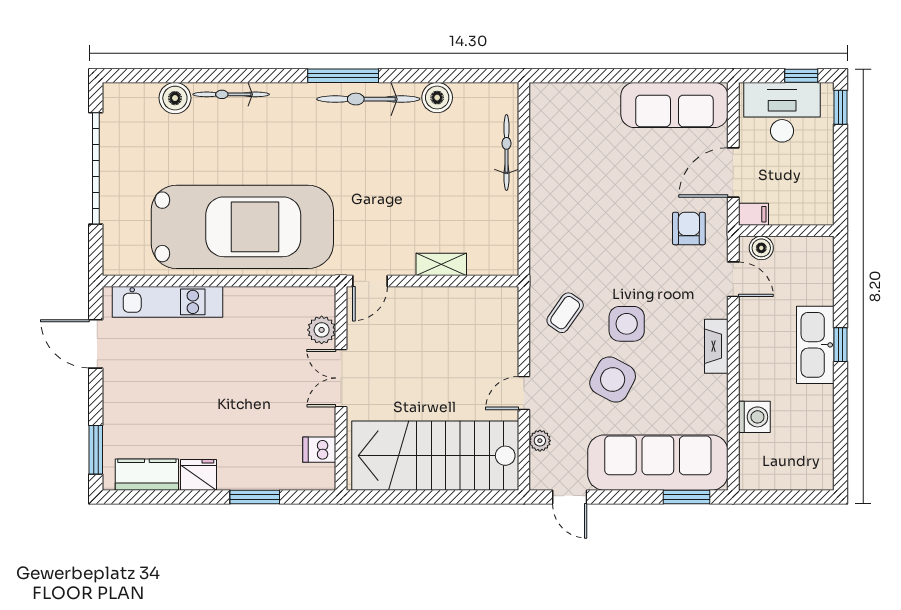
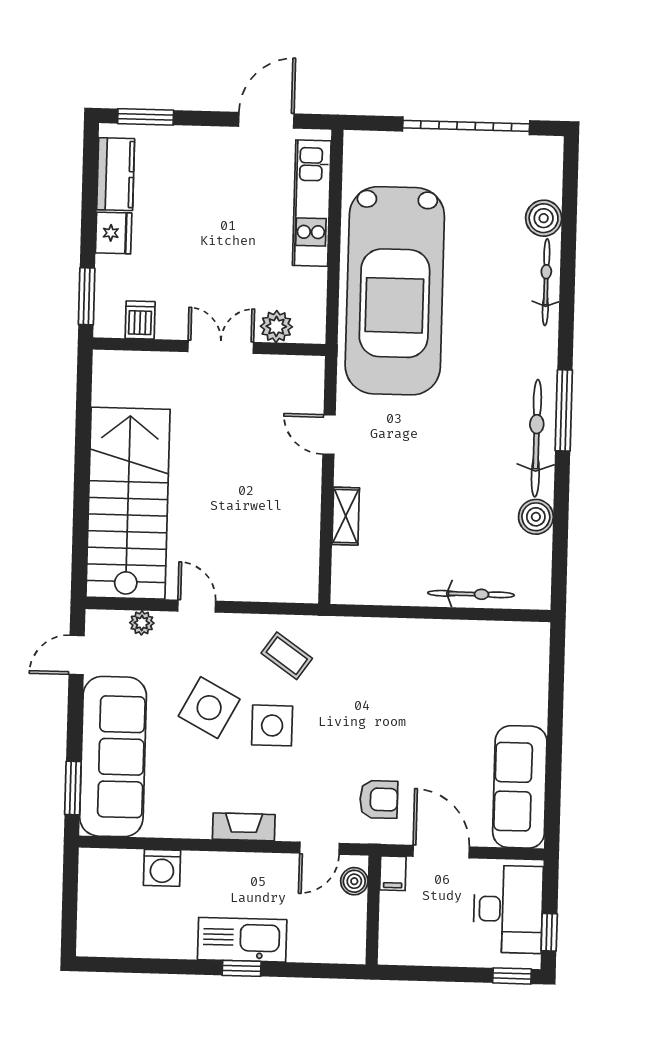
plant: (322, 330) -> (276, 326), moved
double door: (341, 378) -> (221, 347), moved
wall: (341, 388) -> (209, 347), moved
dishwasher: (319, 450) -> (140, 320), moved

